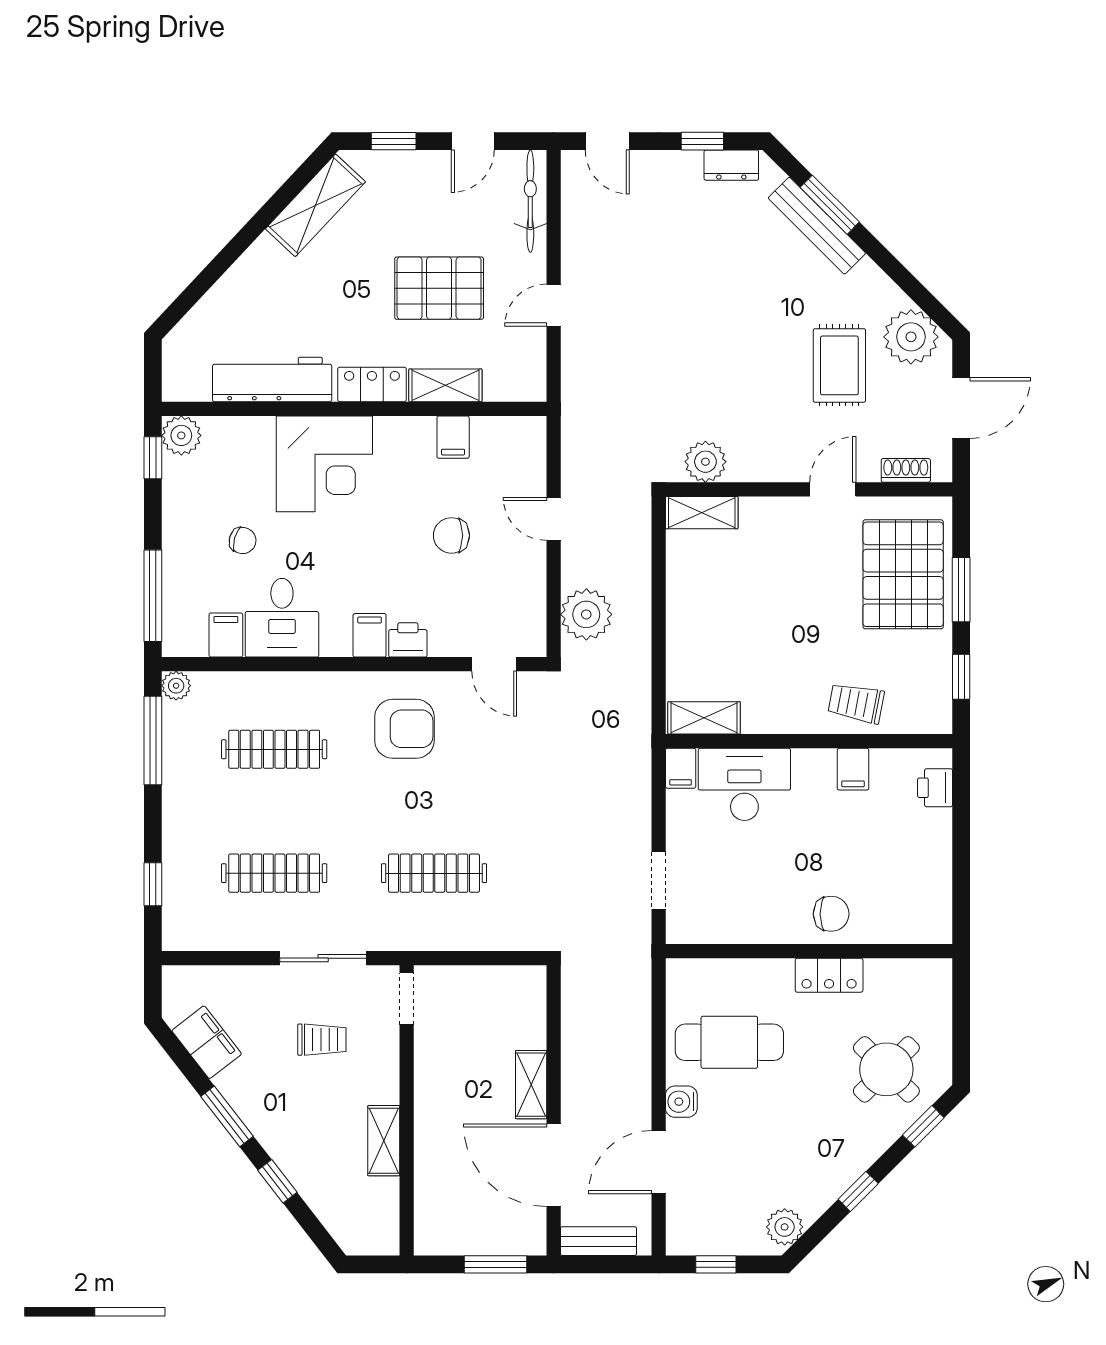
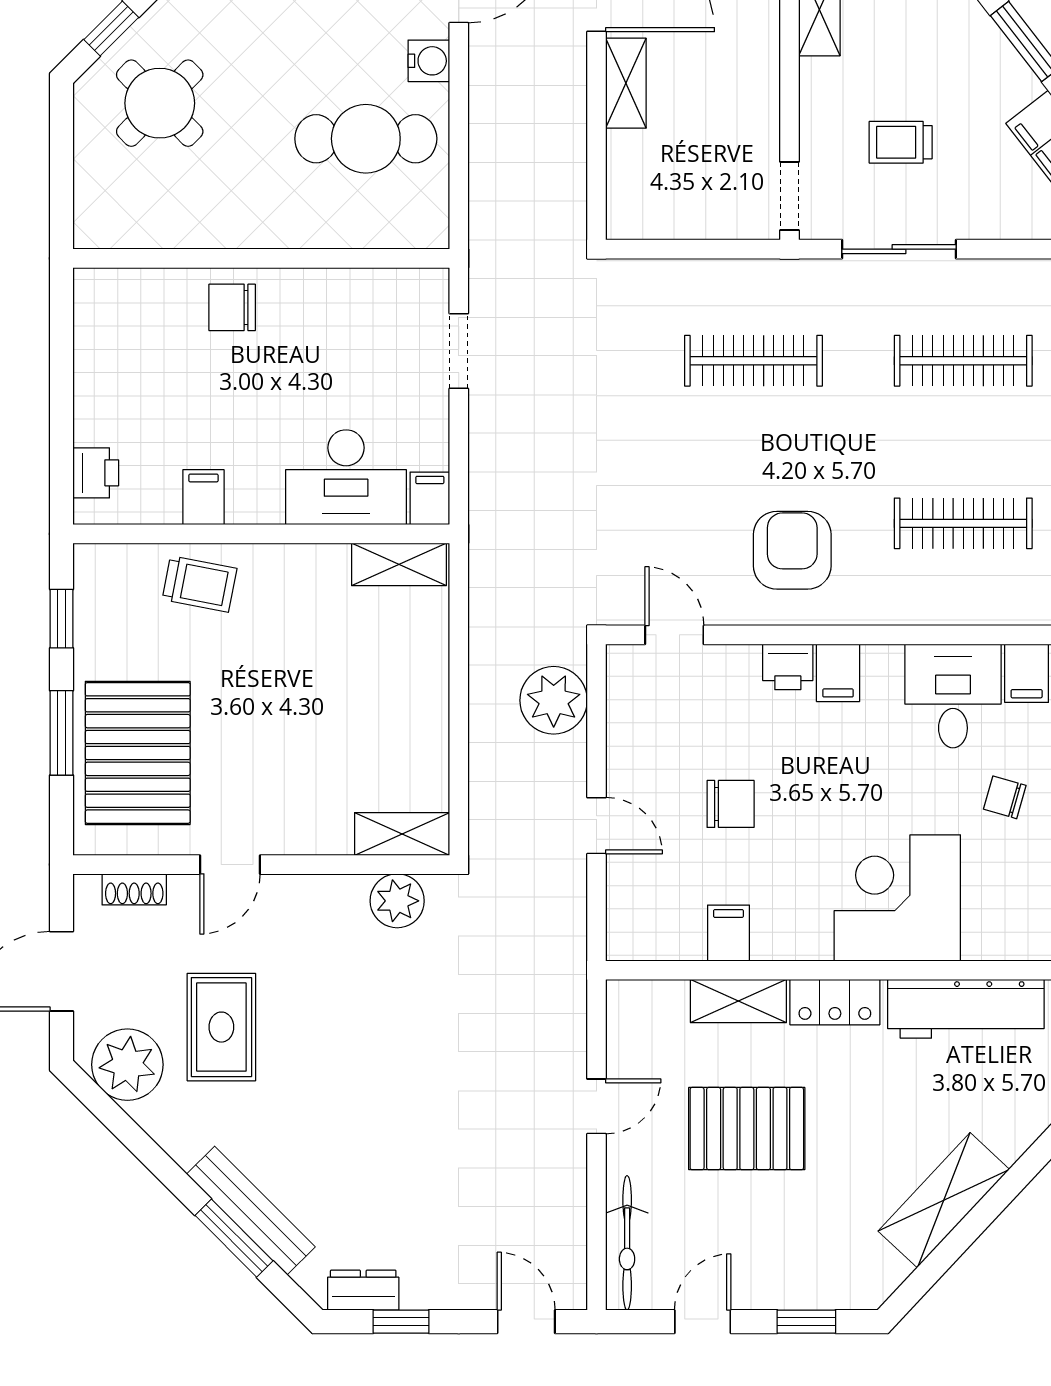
shelving: (315, 205) -> (944, 1200), moved
armchair: (404, 729) -> (792, 550), turned 90
locker: (829, 975) -> (235, 227), removed

